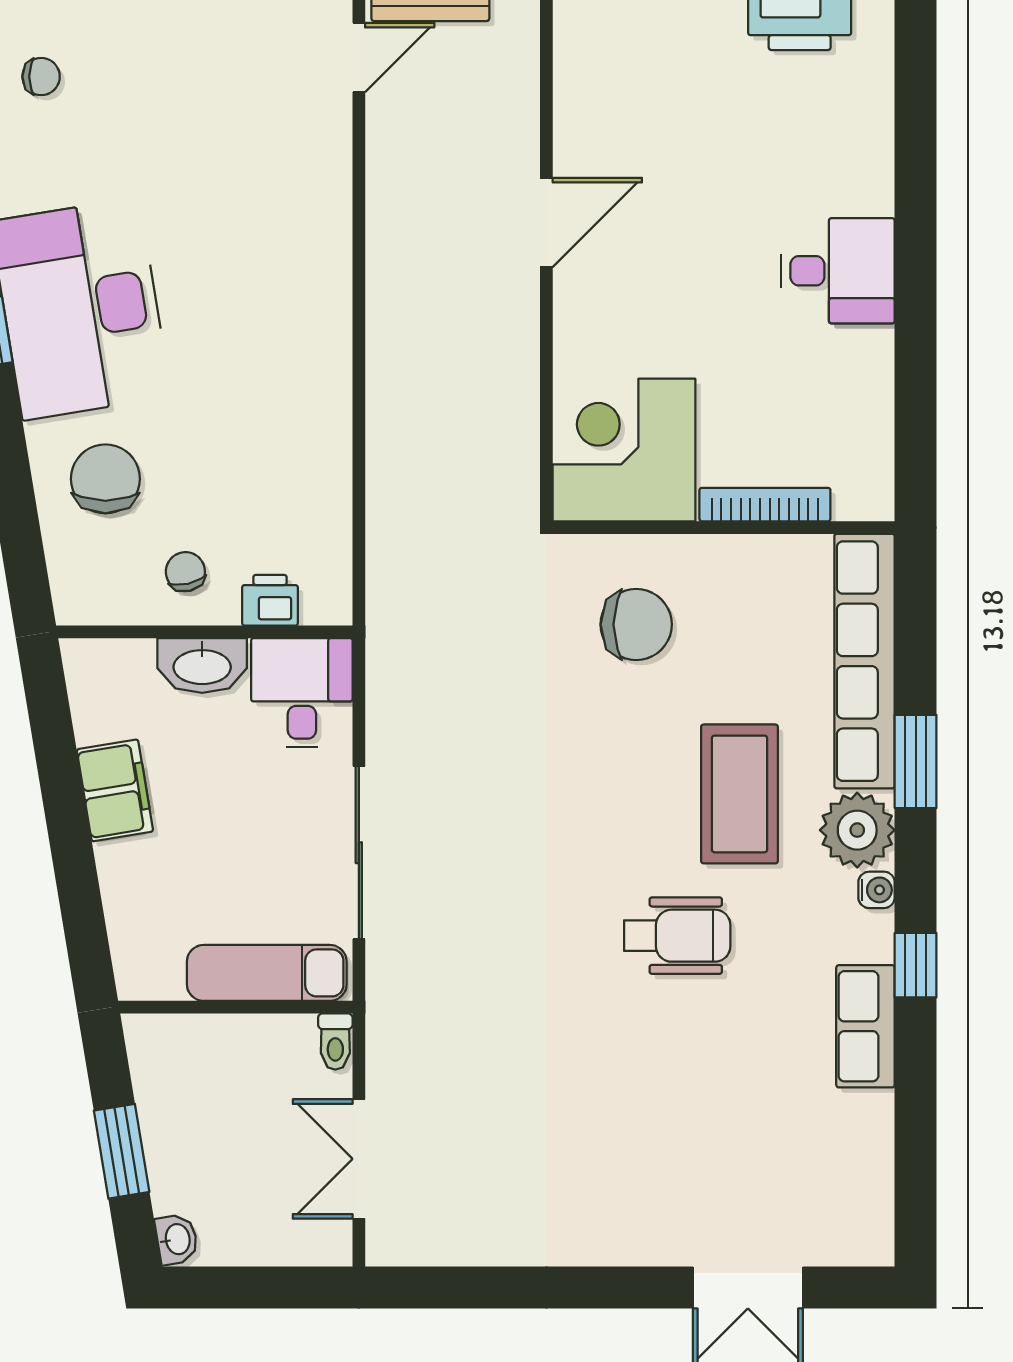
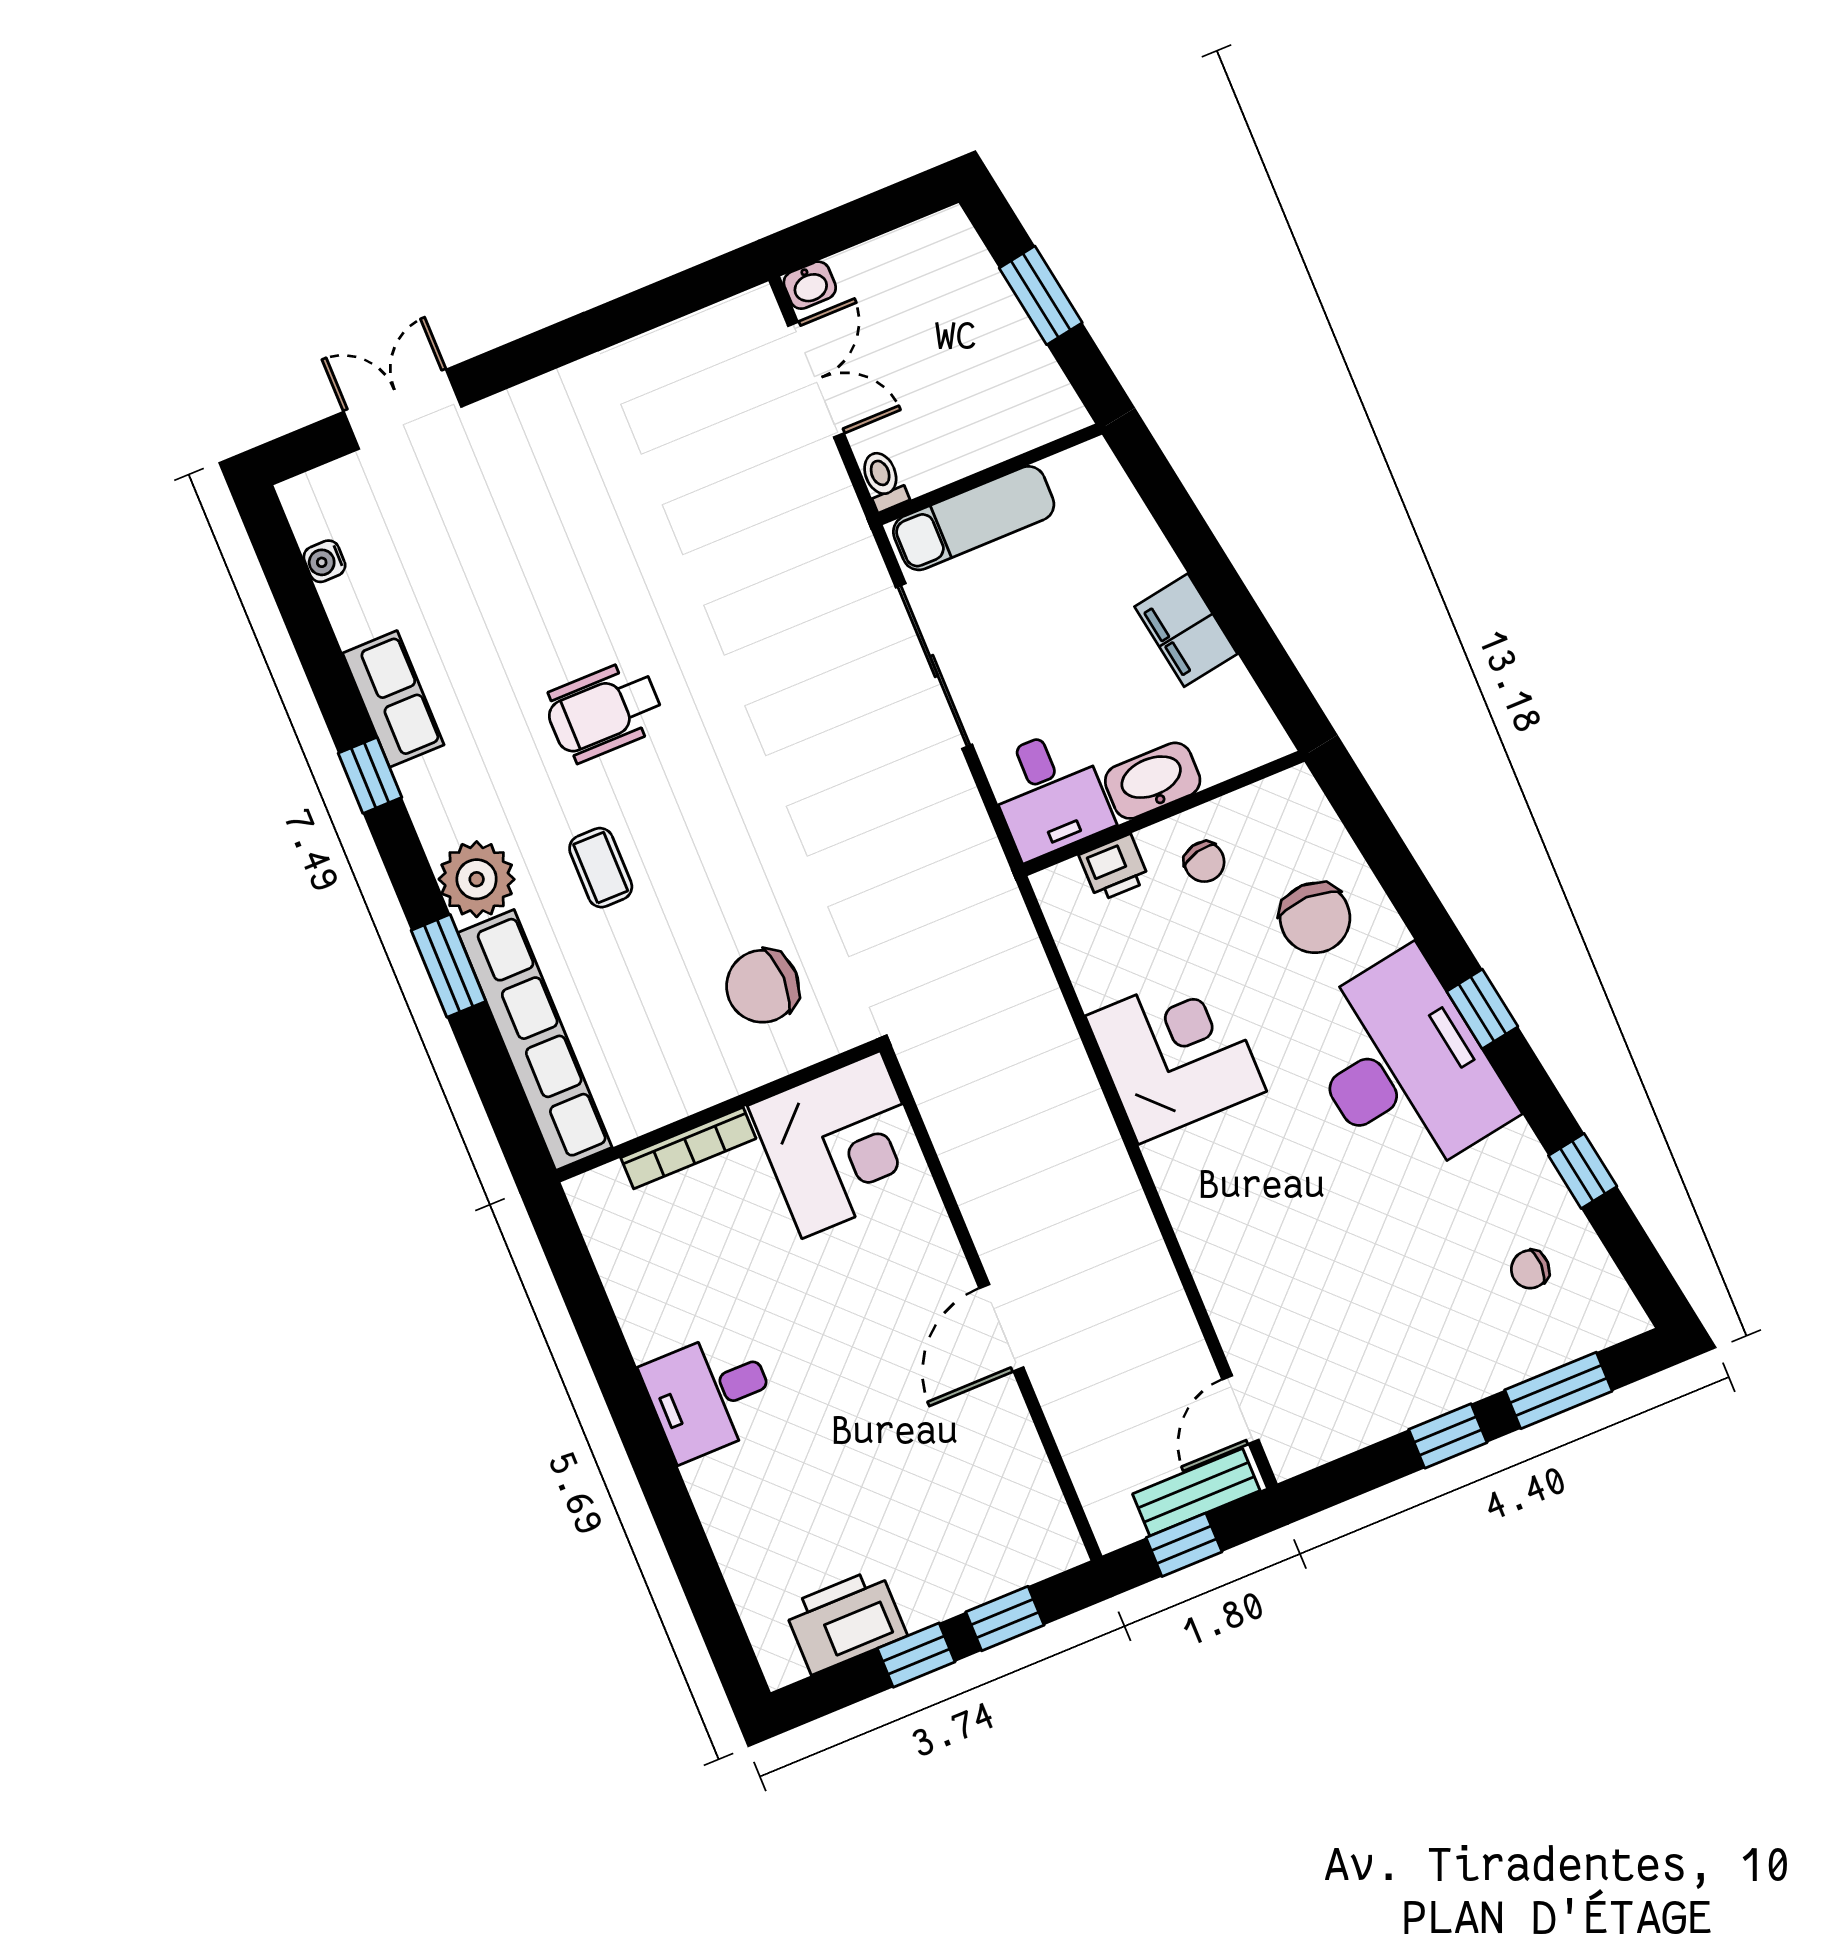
corner desk: (284, 407) -> (1176, 1054), added
coffee table: (739, 794) -> (601, 868), width x0.54, depth x0.58
water cooler: (877, 890) -> (324, 561), moved
washbasin: (177, 1239) -> (810, 285), moved, turned -81

